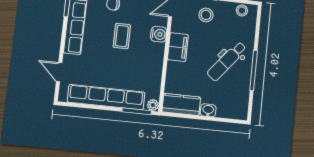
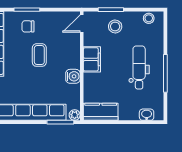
water cooler: (159, 34) -> (73, 76), moved
dental chair: (227, 61) -> (139, 67), turned 141
washbasin: (208, 110) -> (147, 115), moved

